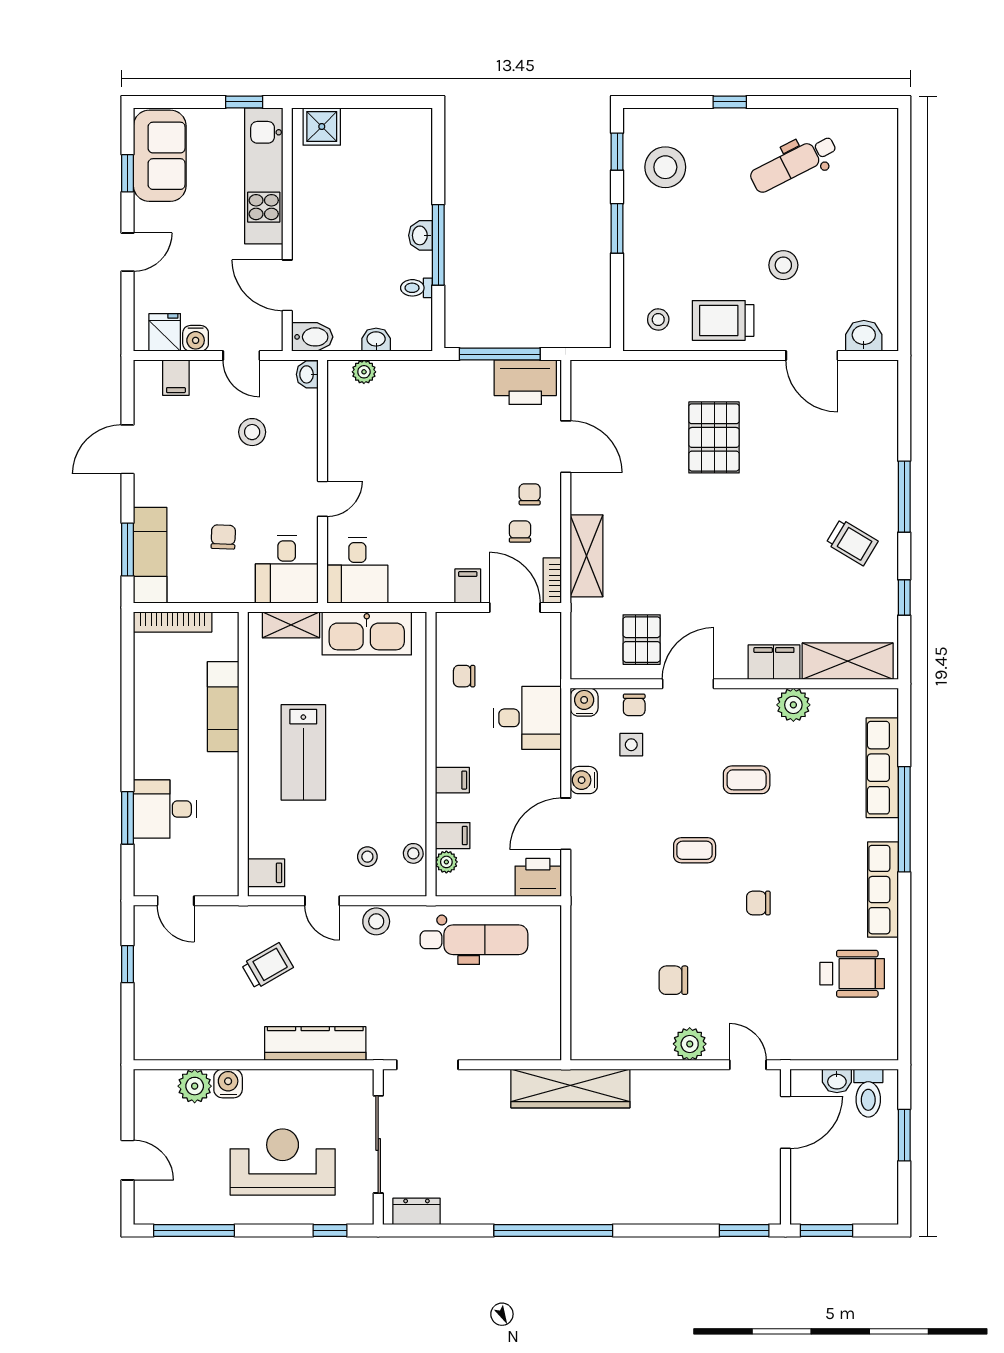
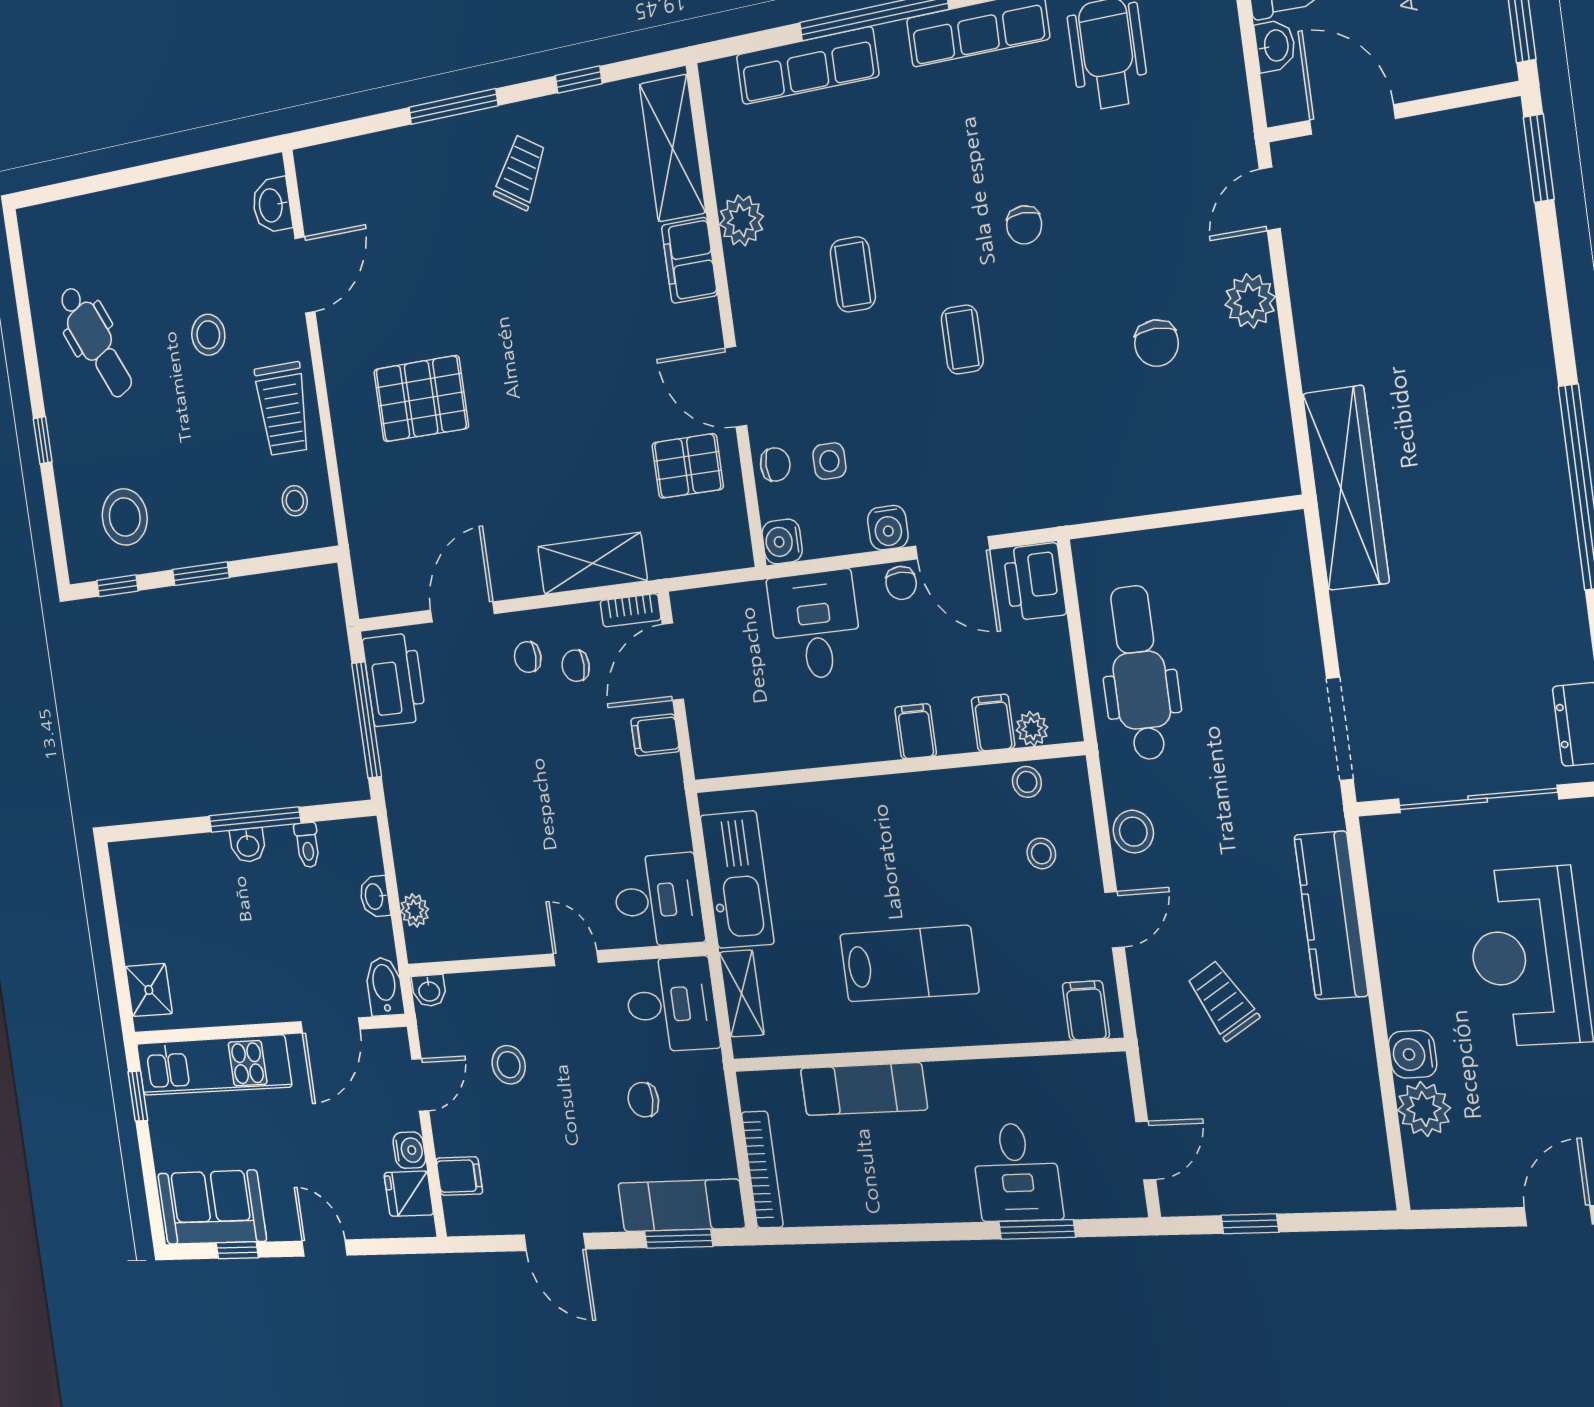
chair: (464, 676) -> (901, 583), moved

